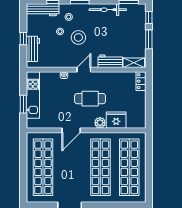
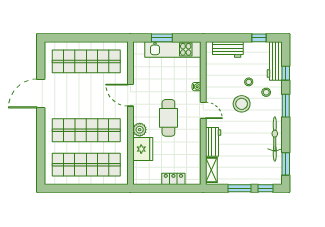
window: (23, 39) -> (259, 38), moved
locker: (141, 81) -> (173, 179), moved

